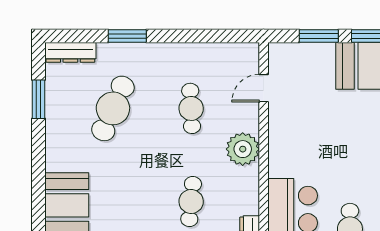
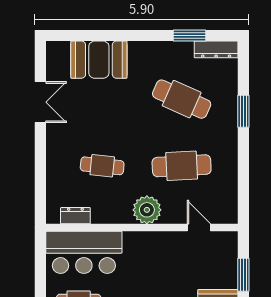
dresser: (70, 52) -> (216, 49), moved, turned -90
cafe table: (191, 108) -> (182, 166), width x1.37, depth x1.35

